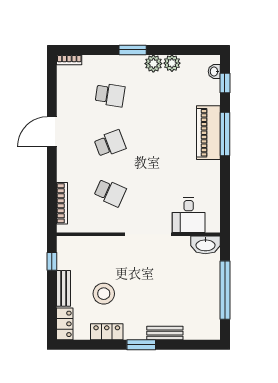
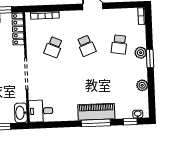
plant: (153, 64) -> (141, 53), moved
desk: (189, 215) -> (41, 111), moved
locker: (81, 244) -> (18, 29), added

